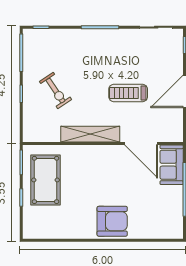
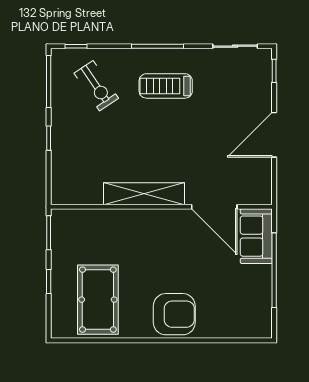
exercise bike: (56, 91) -> (96, 86), moved
treadmill: (128, 93) -> (166, 86), moved
pool table: (46, 180) -> (98, 300), moved

